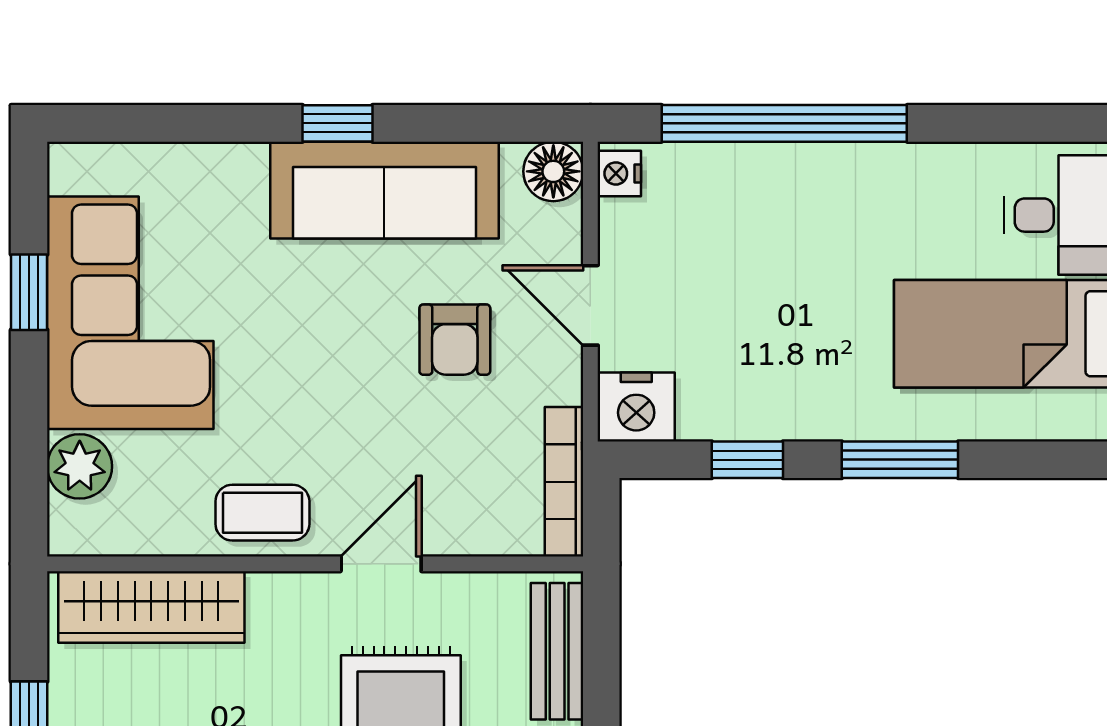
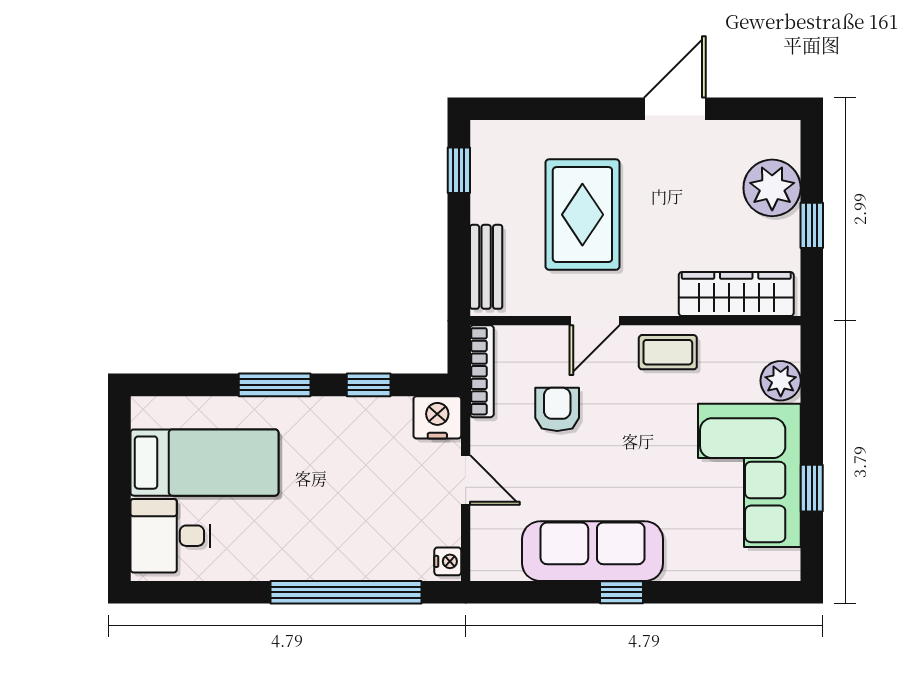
floor lamp: (553, 171) -> (488, 563), removed
armchair: (455, 340) -> (557, 409), moved

